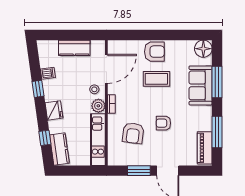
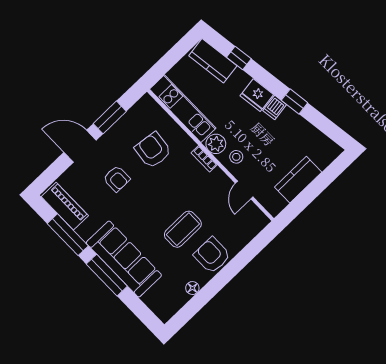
floor lamp: (203, 49) -> (192, 288), moved, width x0.53, depth x0.53
armchair: (154, 52) -> (212, 255), turned 90
door: (106, 69) -> (244, 190), width x0.53
dishwasher: (48, 73) -> (275, 108), moved
window: (217, 82) -> (107, 275), moved
sofa: (201, 85) -> (124, 259), width x1.36
armchair: (163, 123) -> (117, 179), moved, turned 90

